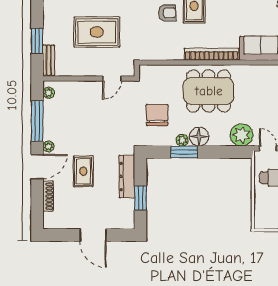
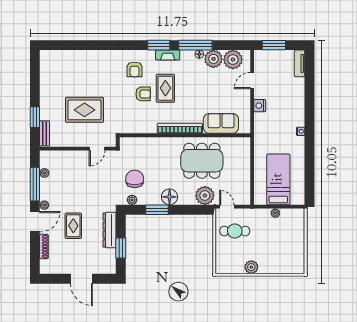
dining table: (209, 91) -> (202, 161), moved
plant: (49, 93) -> (44, 173), moved
plant: (182, 140) -> (132, 200), moved

